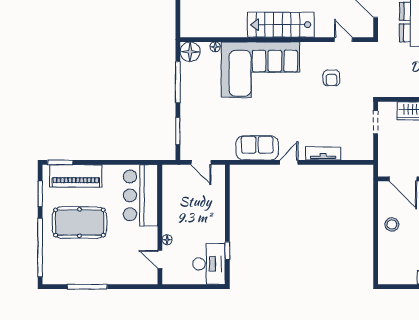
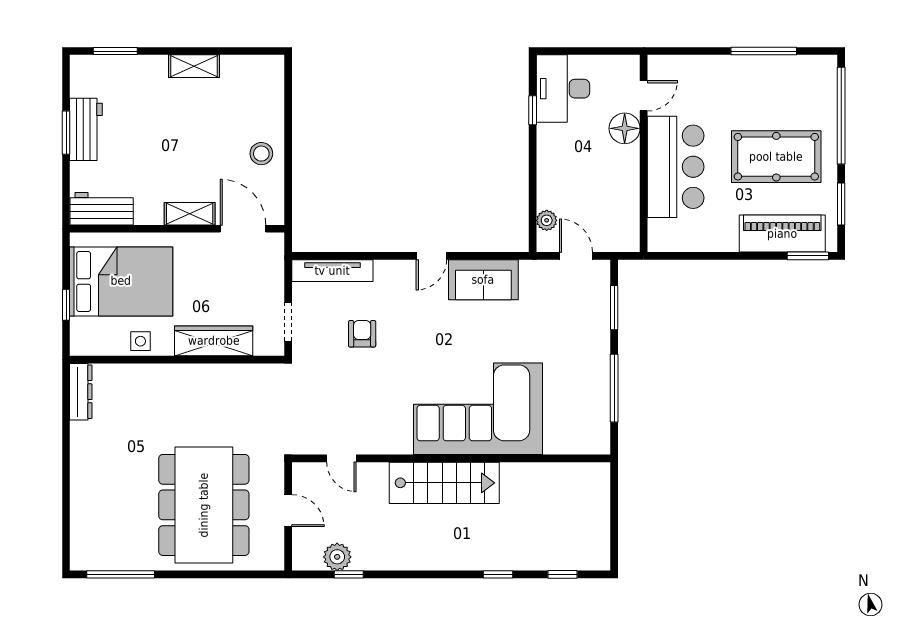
floor lamp: (215, 47) -> (553, 446), removed
floor lamp: (190, 52) -> (594, 438), removed
armchair: (331, 78) -> (362, 334), moved
tv unit: (323, 153) -> (332, 271), moved, width x1.41
plant: (219, 184) -> (547, 220), added
bar counter: (141, 195) -> (676, 167), moved
floor lamp: (167, 240) -> (625, 128), width x1.89, depth x1.89
door: (160, 259) -> (644, 96), hinge flipped

